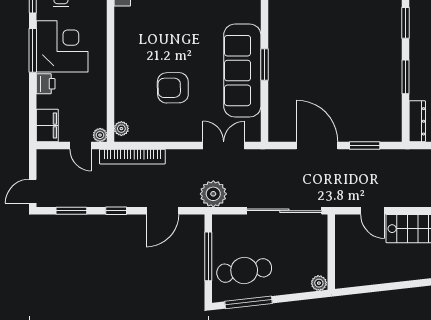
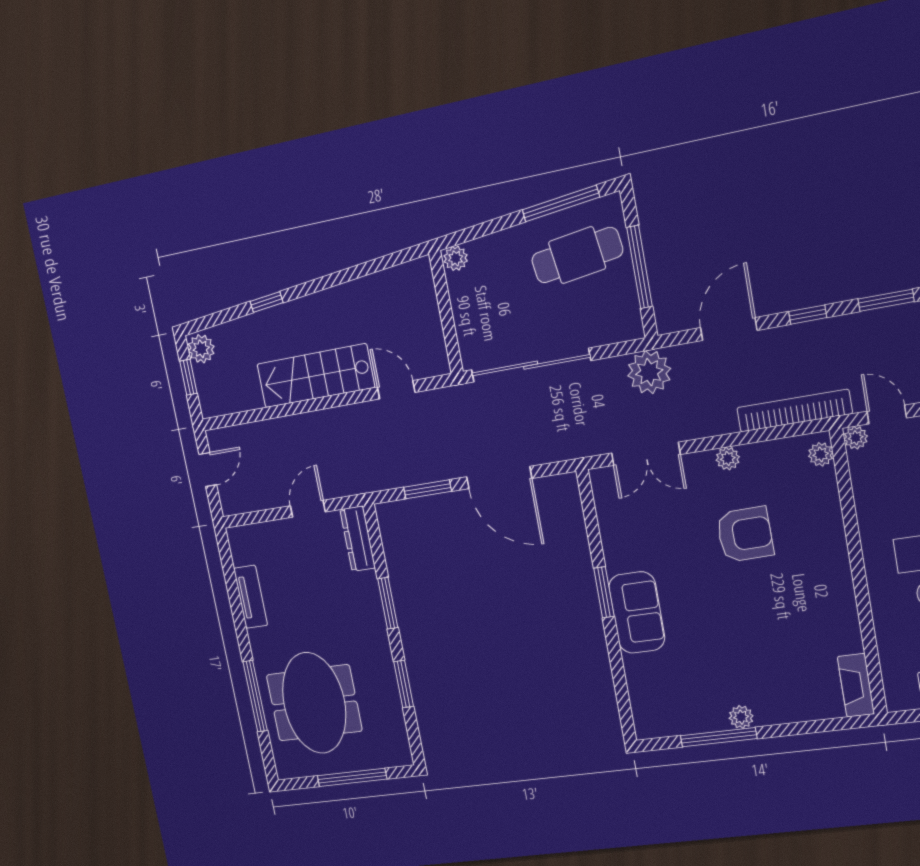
sofa: (242, 71) -> (637, 612), width x0.54, depth x0.79
plant: (175, 135) -> (728, 459), added

